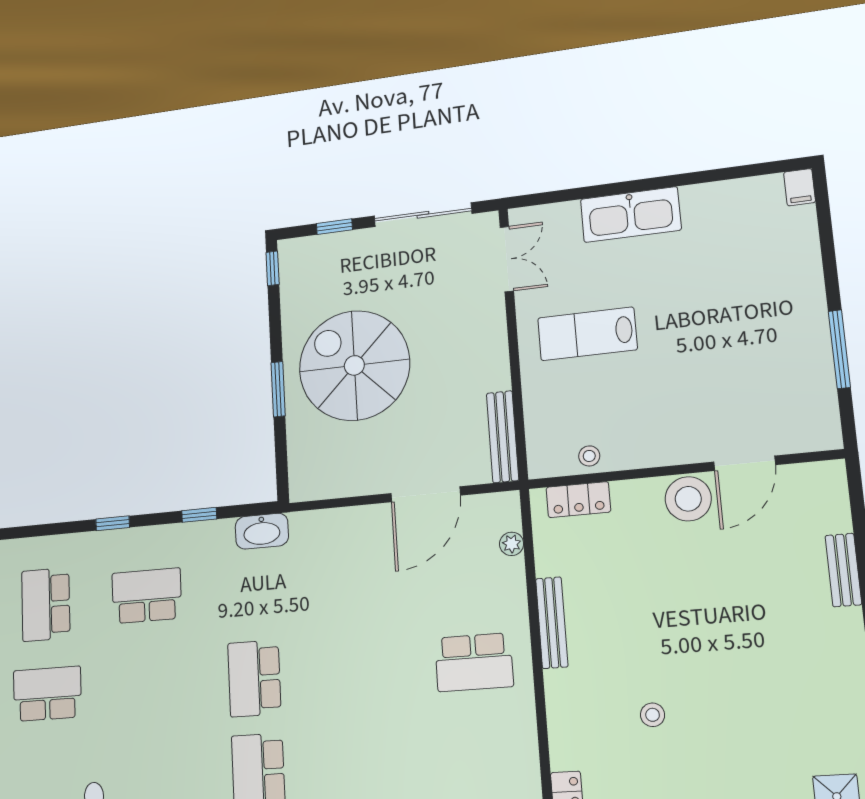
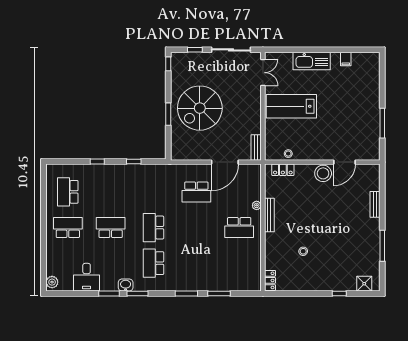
filing cabinet: (800, 187) -> (346, 59), moved
lab bench: (587, 334) -> (291, 106), width x1.36, depth x1.39
spiral stairs: (354, 365) -> (200, 108), turned -90
bench: (503, 437) -> (256, 147), width x0.73
washbasin: (262, 531) -> (159, 170), removed
plant: (512, 544) -> (257, 205), moved
school desk: (357, 577) -> (196, 192), added
school desk: (147, 596) -> (111, 228), moved

